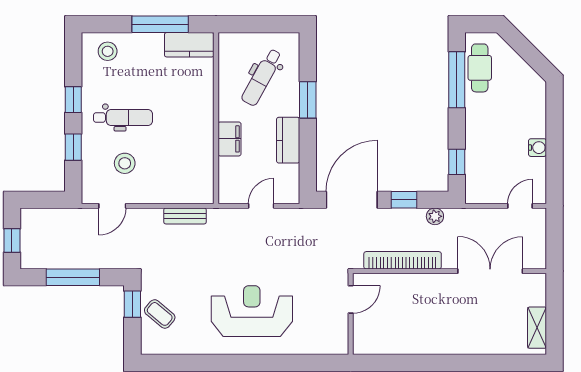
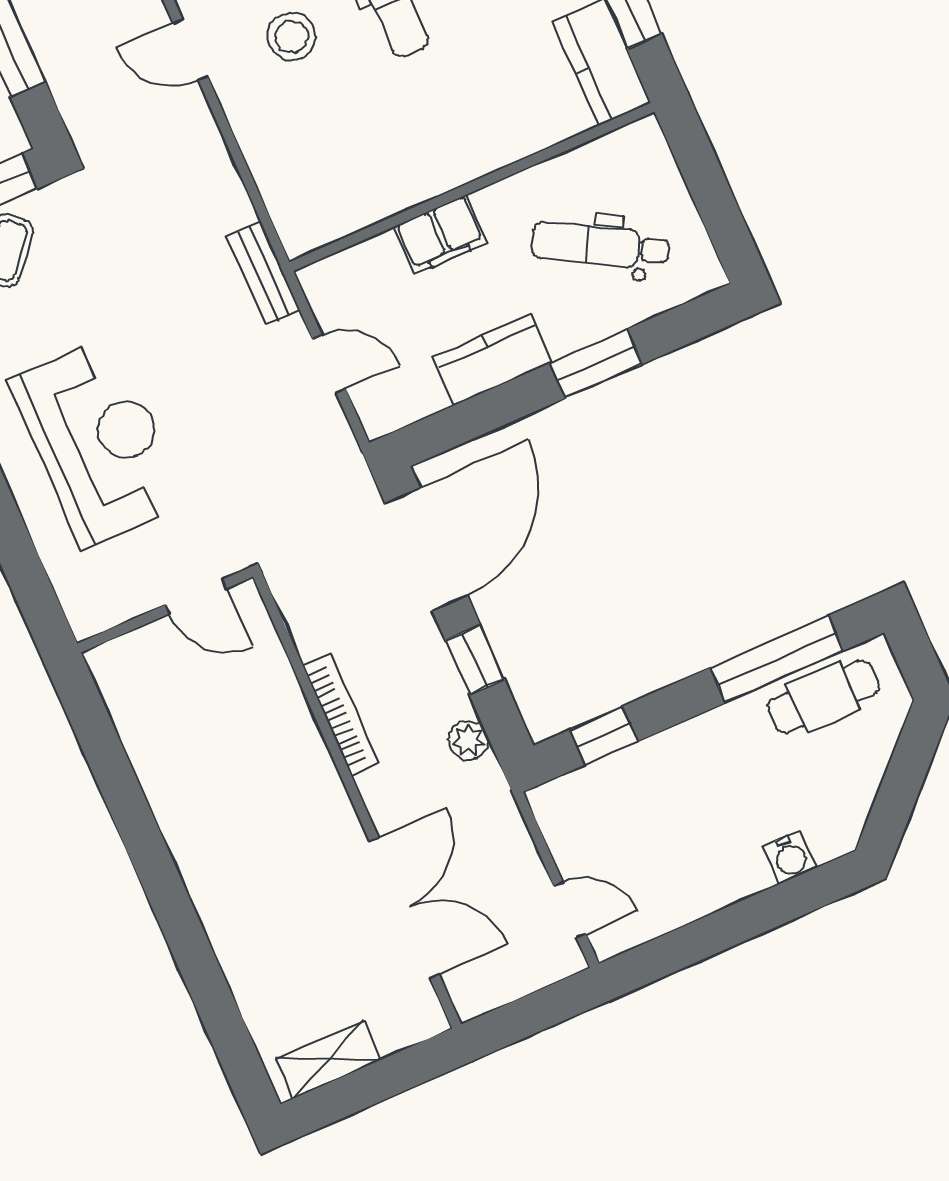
water cooler: (537, 148) -> (790, 857), moved
door: (352, 200) -> (426, 549), hinge flipped
bench: (185, 216) -> (263, 273), moved
bookcase: (403, 260) -> (341, 715), width x0.68, depth x0.76
door: (351, 299) -> (196, 597), moved
wall: (351, 314) -> (165, 610), moved

